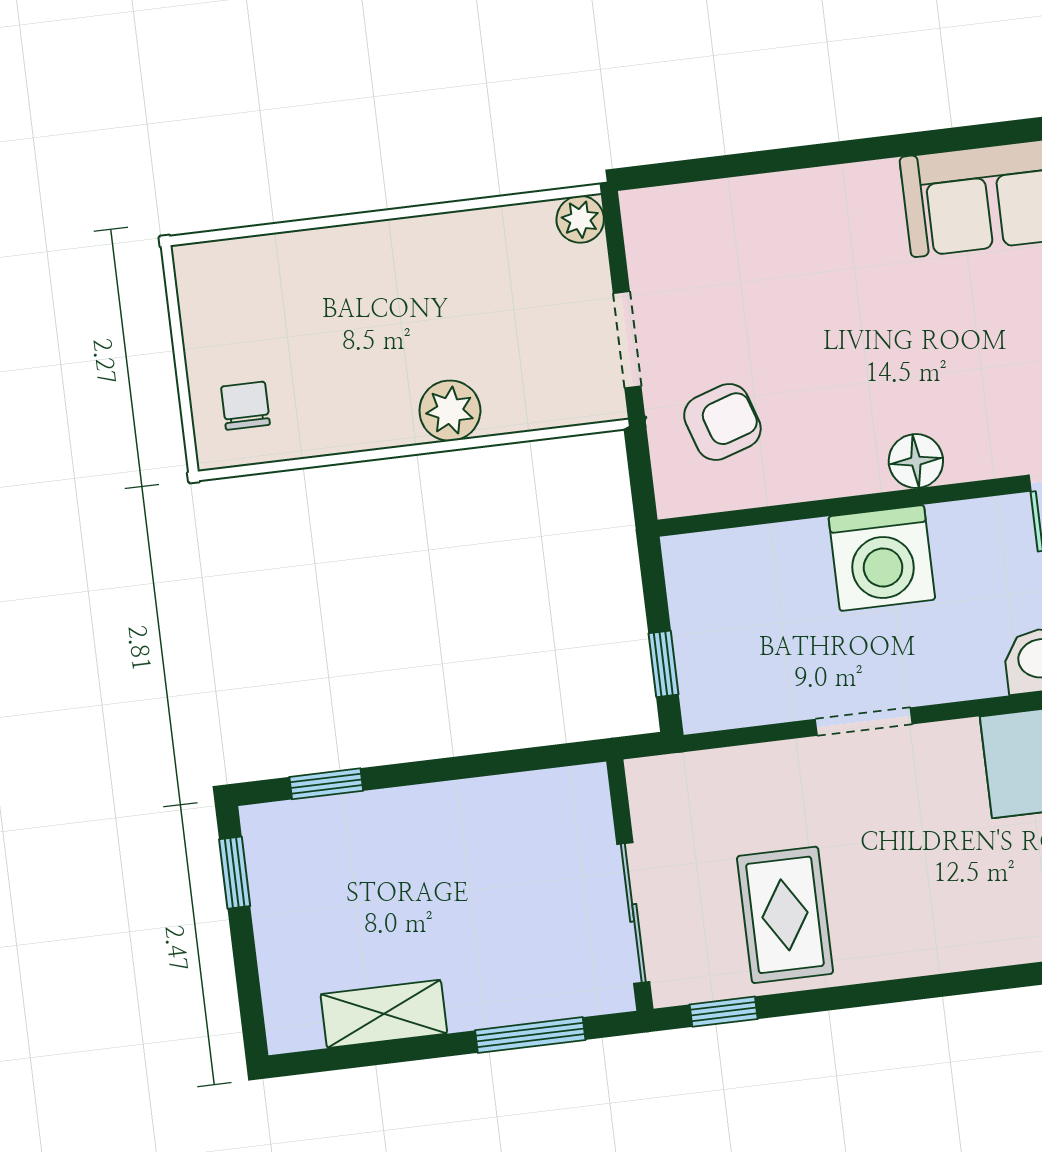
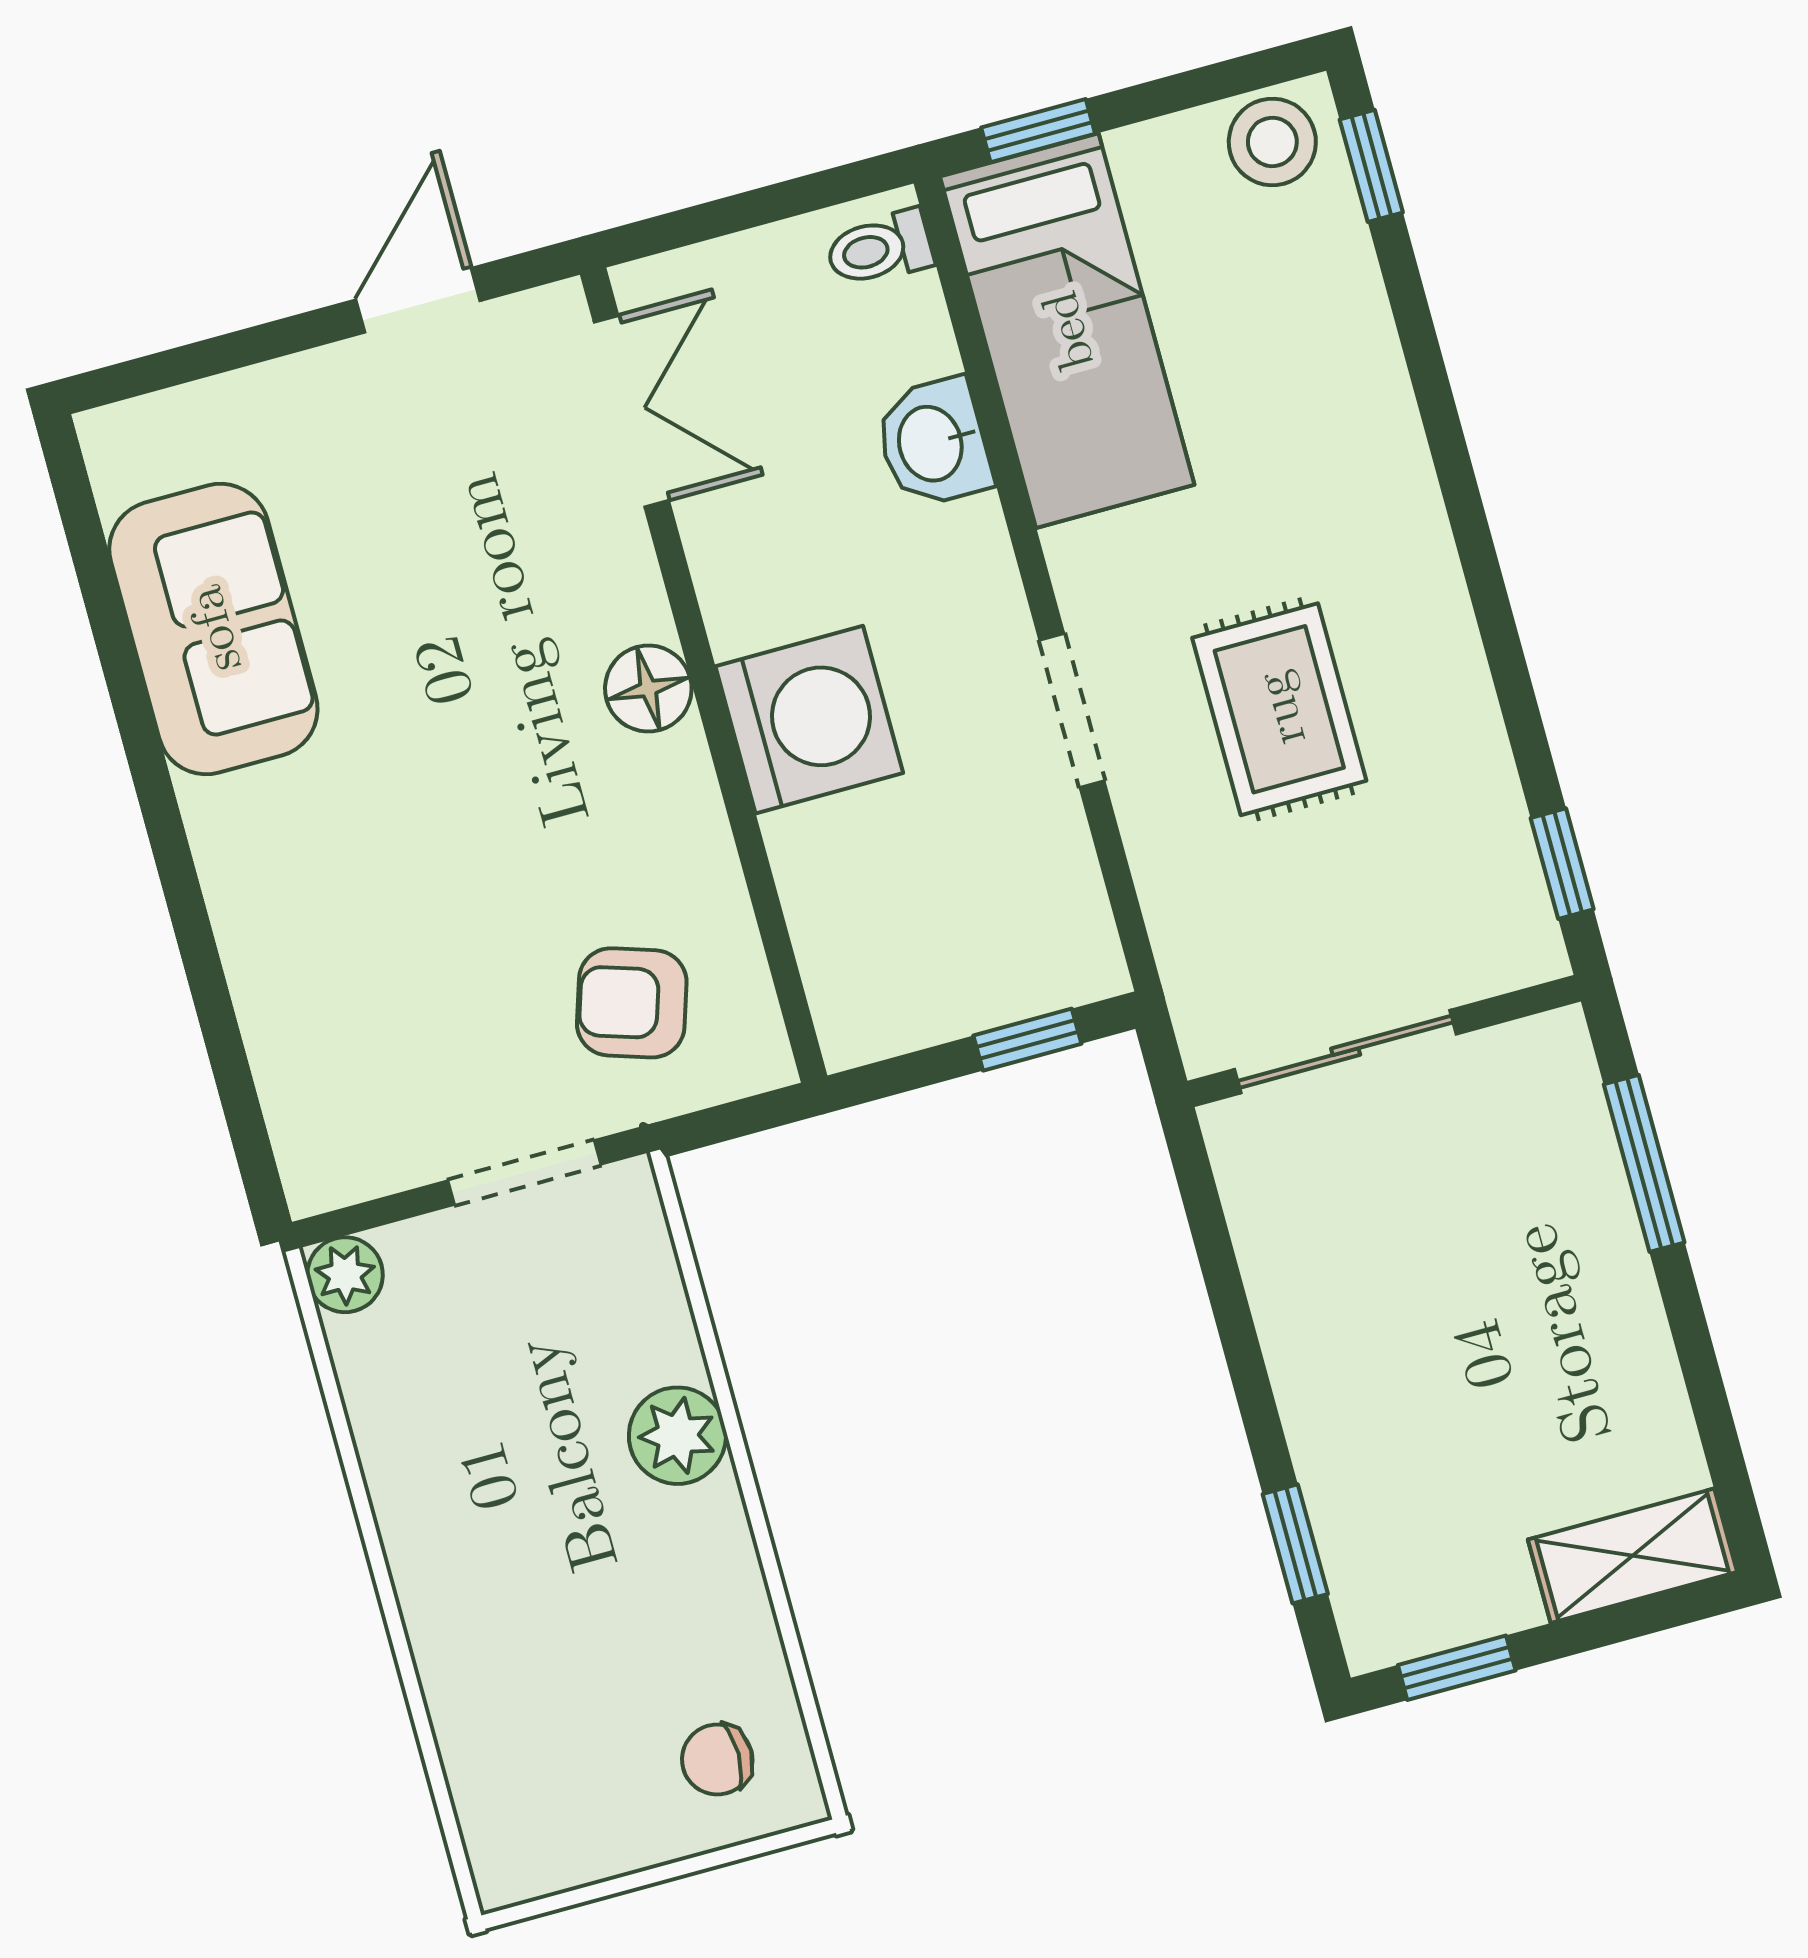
armchair: (722, 422) -> (632, 1003), turned -54
sliding door: (633, 913) -> (1346, 1052), moved
rug: (785, 915) -> (1279, 709), moved, turned 90
shelving: (384, 1014) -> (1632, 1556), moved, turned 90

